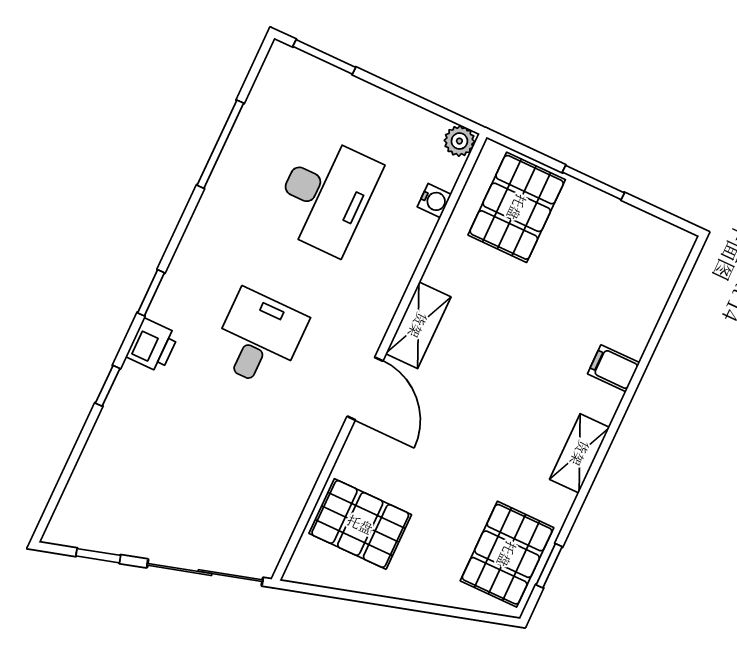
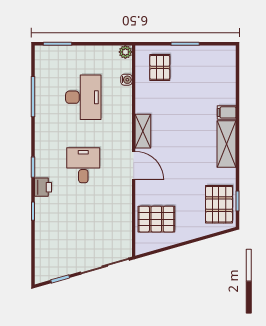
pallet: (517, 207) -> (160, 67), width x0.67, depth x0.71
shelving: (580, 453) -> (227, 144), width x1.50, depth x1.33

